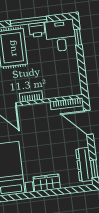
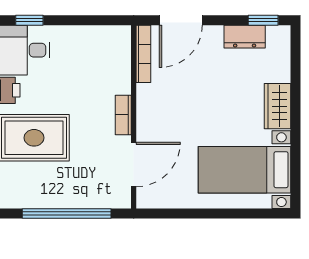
dresser: (84, 165) -> (245, 37), width x0.70

